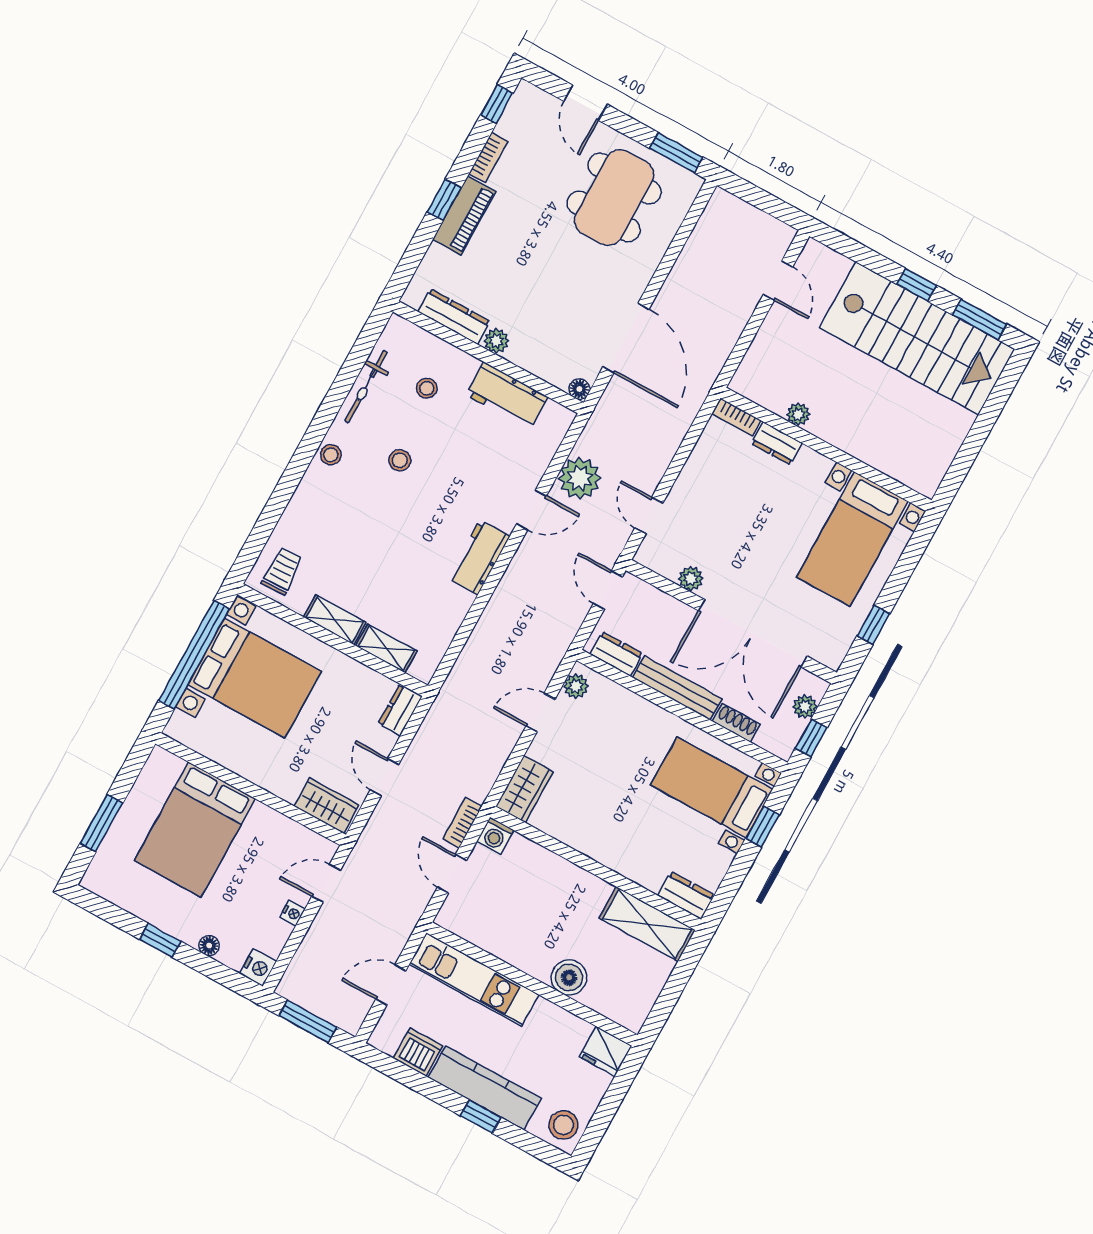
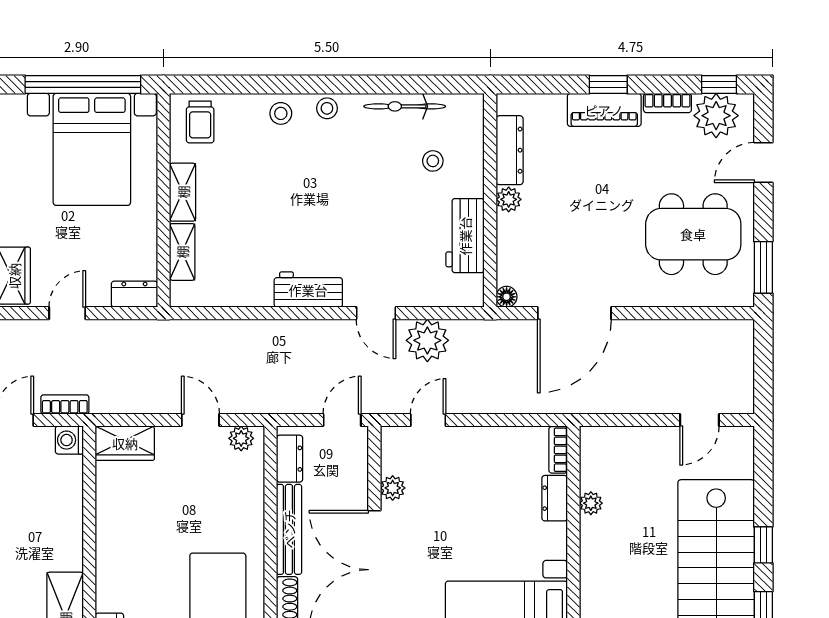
plant: (522, 121) -> (716, 116), added
stool: (400, 460) -> (281, 113), moved
trolley: (282, 571) -> (200, 122), turned 92

